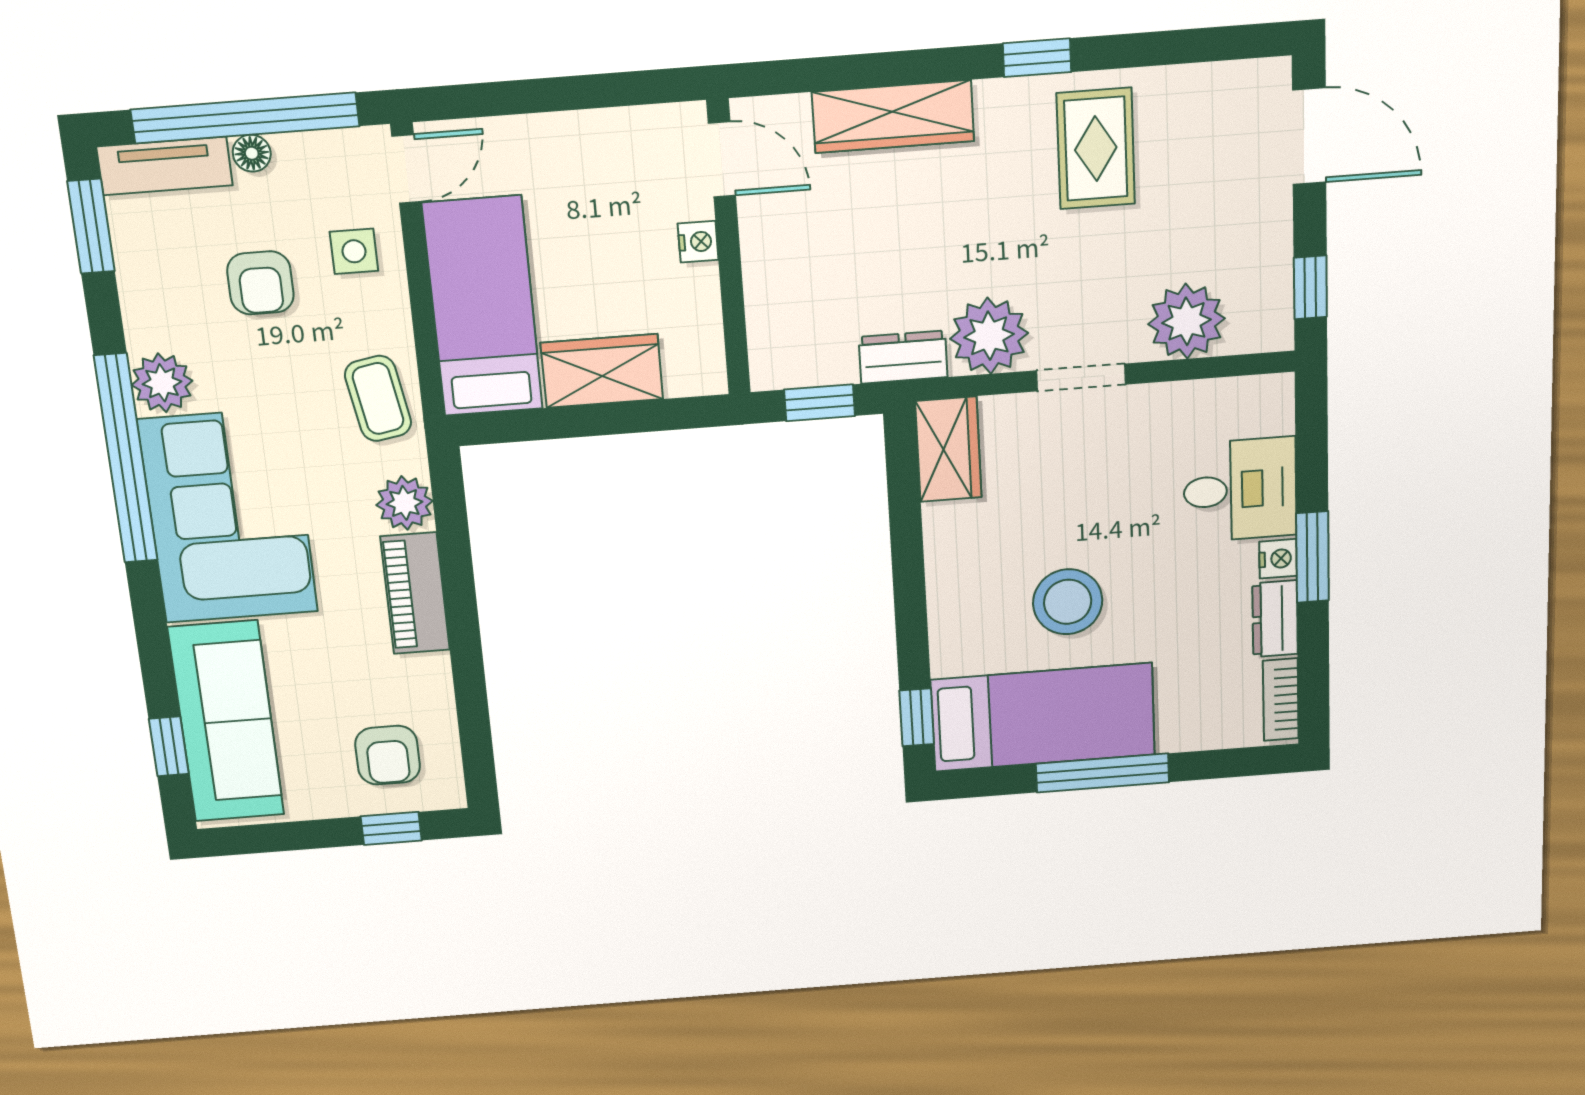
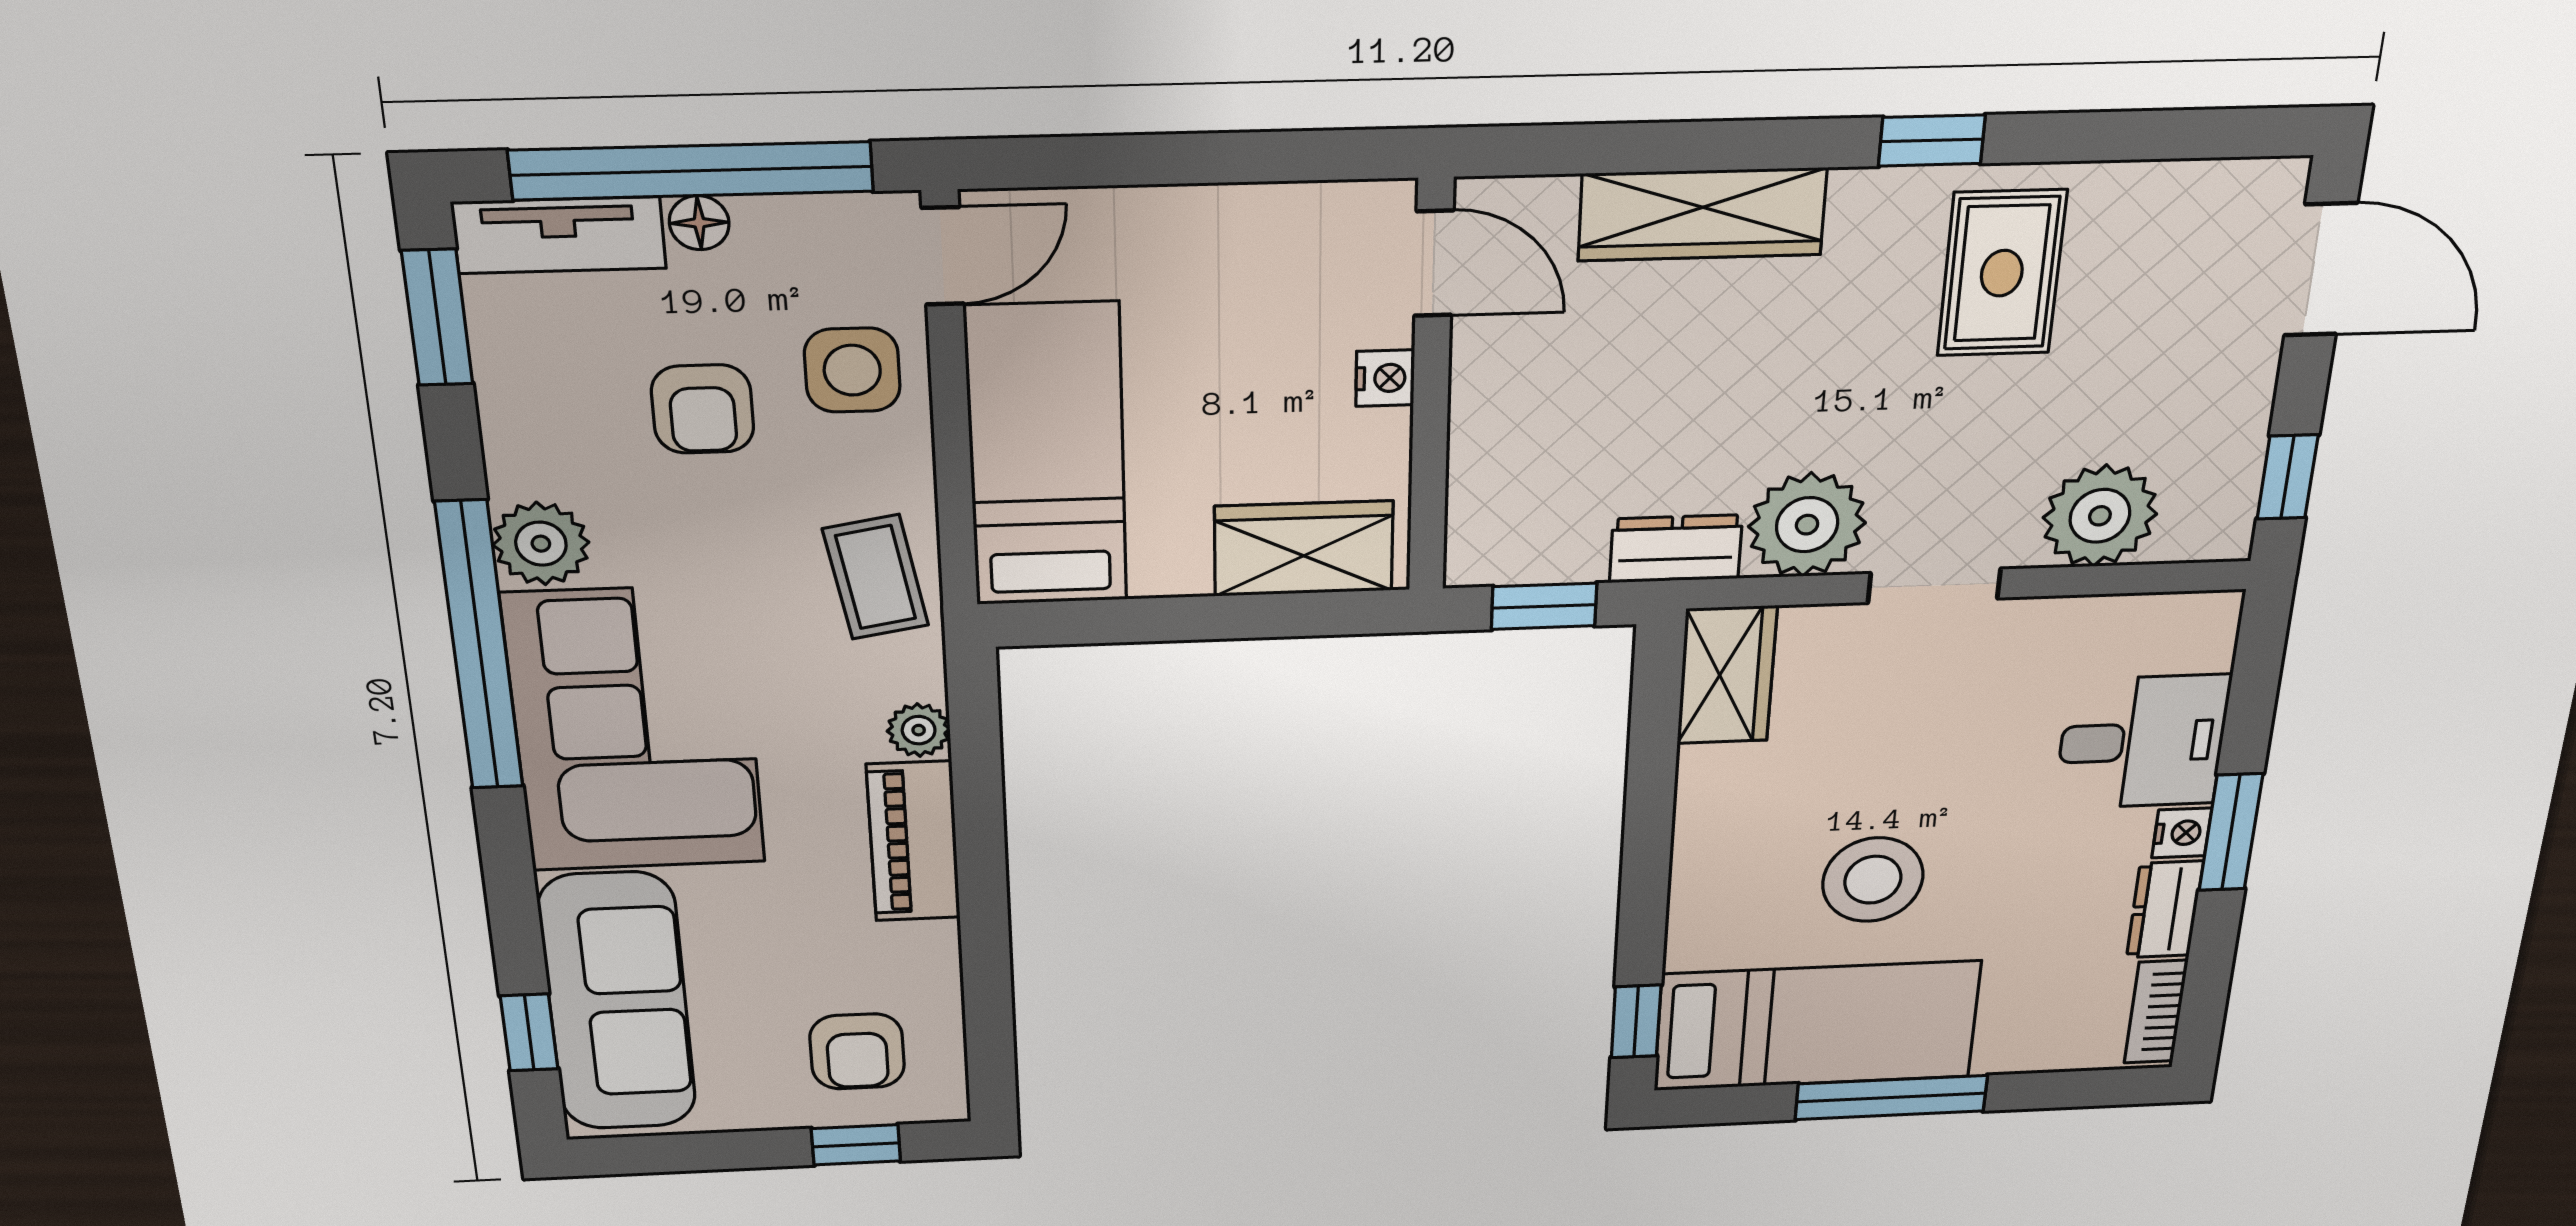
side table: (354, 251) -> (852, 370), width x1.37, depth x1.37
wardrobe: (602, 371) -> (1304, 549), moved
plant: (405, 503) -> (919, 730), width x0.73, depth x0.73

